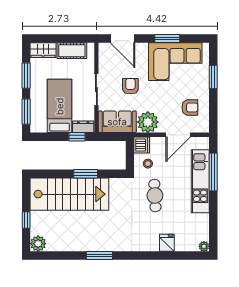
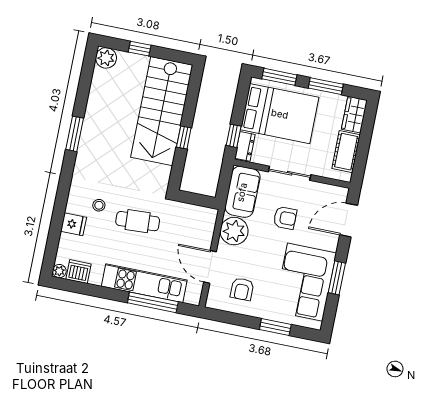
bed: (60, 106) -> (280, 114), width x1.50
dishwasher: (142, 145) -> (79, 272), moved, turned 180
stool: (148, 164) -> (99, 205), moved
window: (86, 174) -> (184, 138), width x0.67

